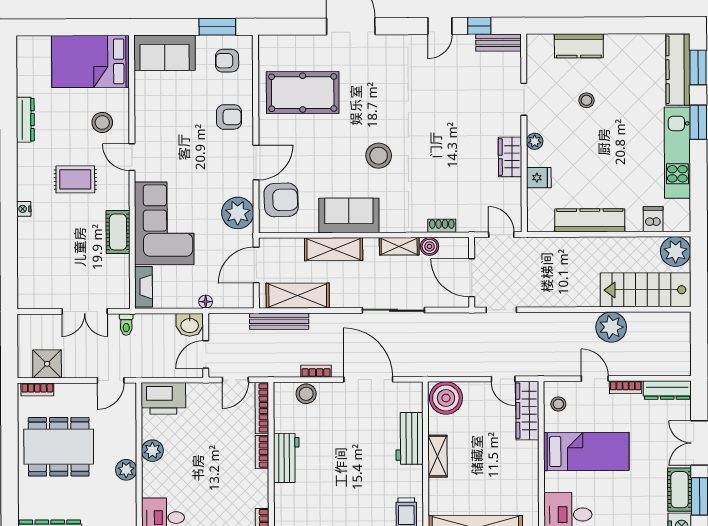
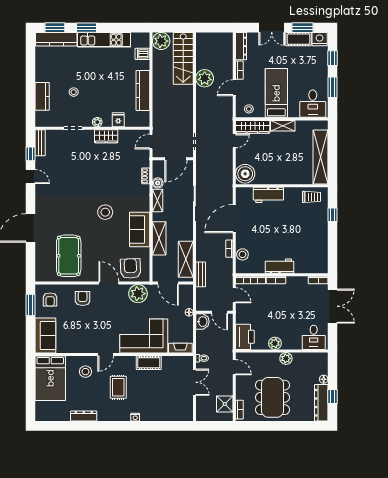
bench: (279, 321) -> (201, 274), width x0.73
shelving: (437, 456) -> (283, 126), moved

